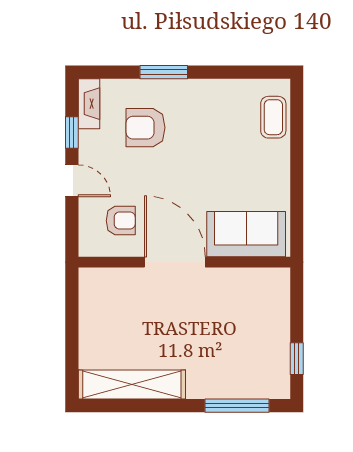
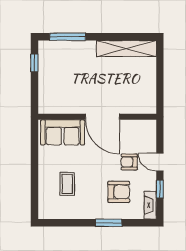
coffee table: (273, 117) -> (67, 184), moved
armchair: (121, 221) -> (129, 162), moved

